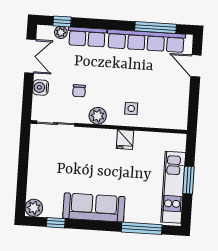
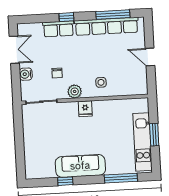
window: (62, 21) -> (66, 17), moved
plant: (61, 32) -> (37, 28), removed
door: (196, 66) -> (150, 57), moved
fridge: (125, 140) -> (85, 109), moved
plant: (34, 208) -> (32, 172), removed
window: (56, 223) -> (65, 181), moved

